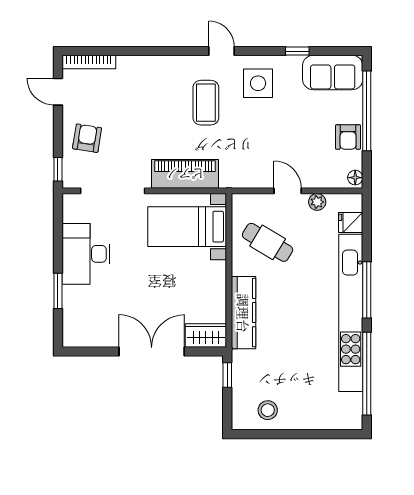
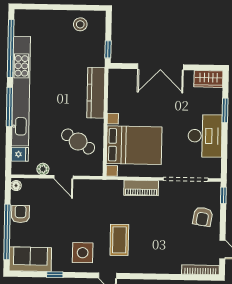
piano: (185, 174) -> (141, 188), width x0.73, depth x0.75
bed with nightstands: (187, 227) -> (134, 145), width x1.36
wardrobe: (206, 336) -> (208, 79), moved

